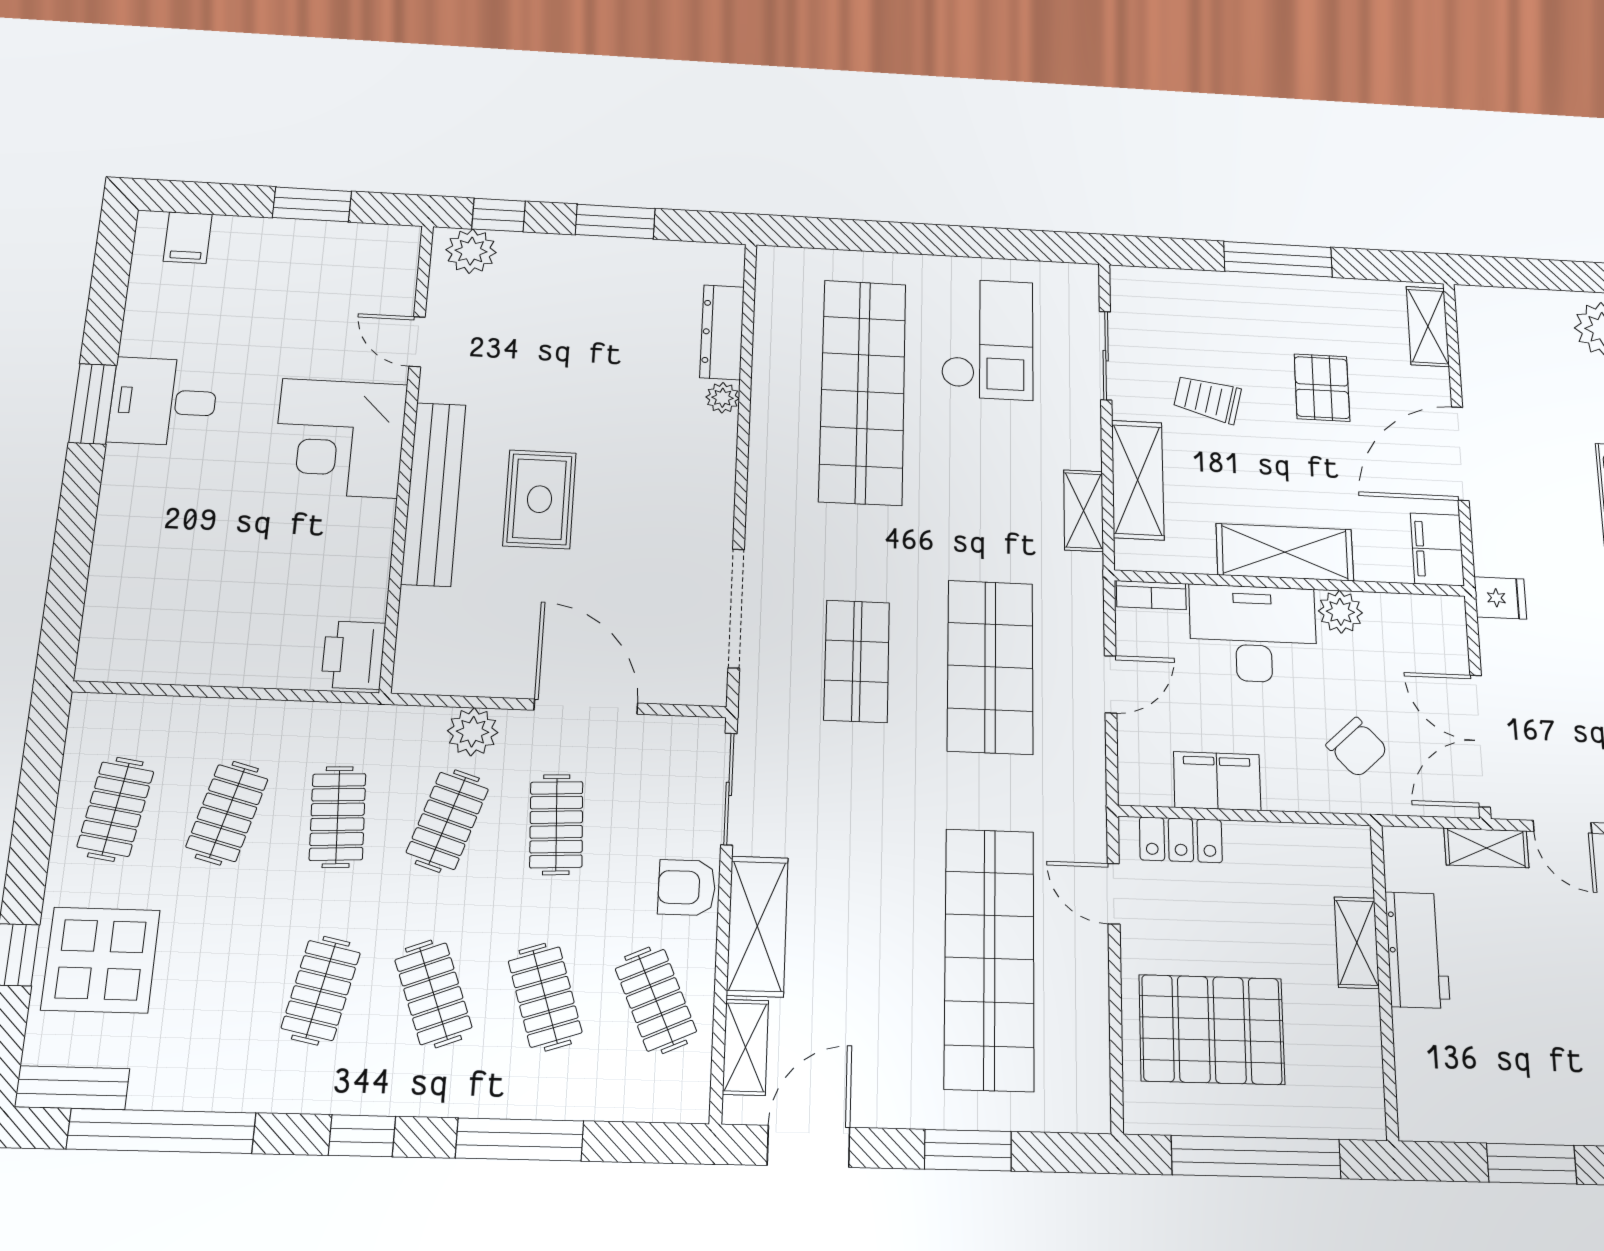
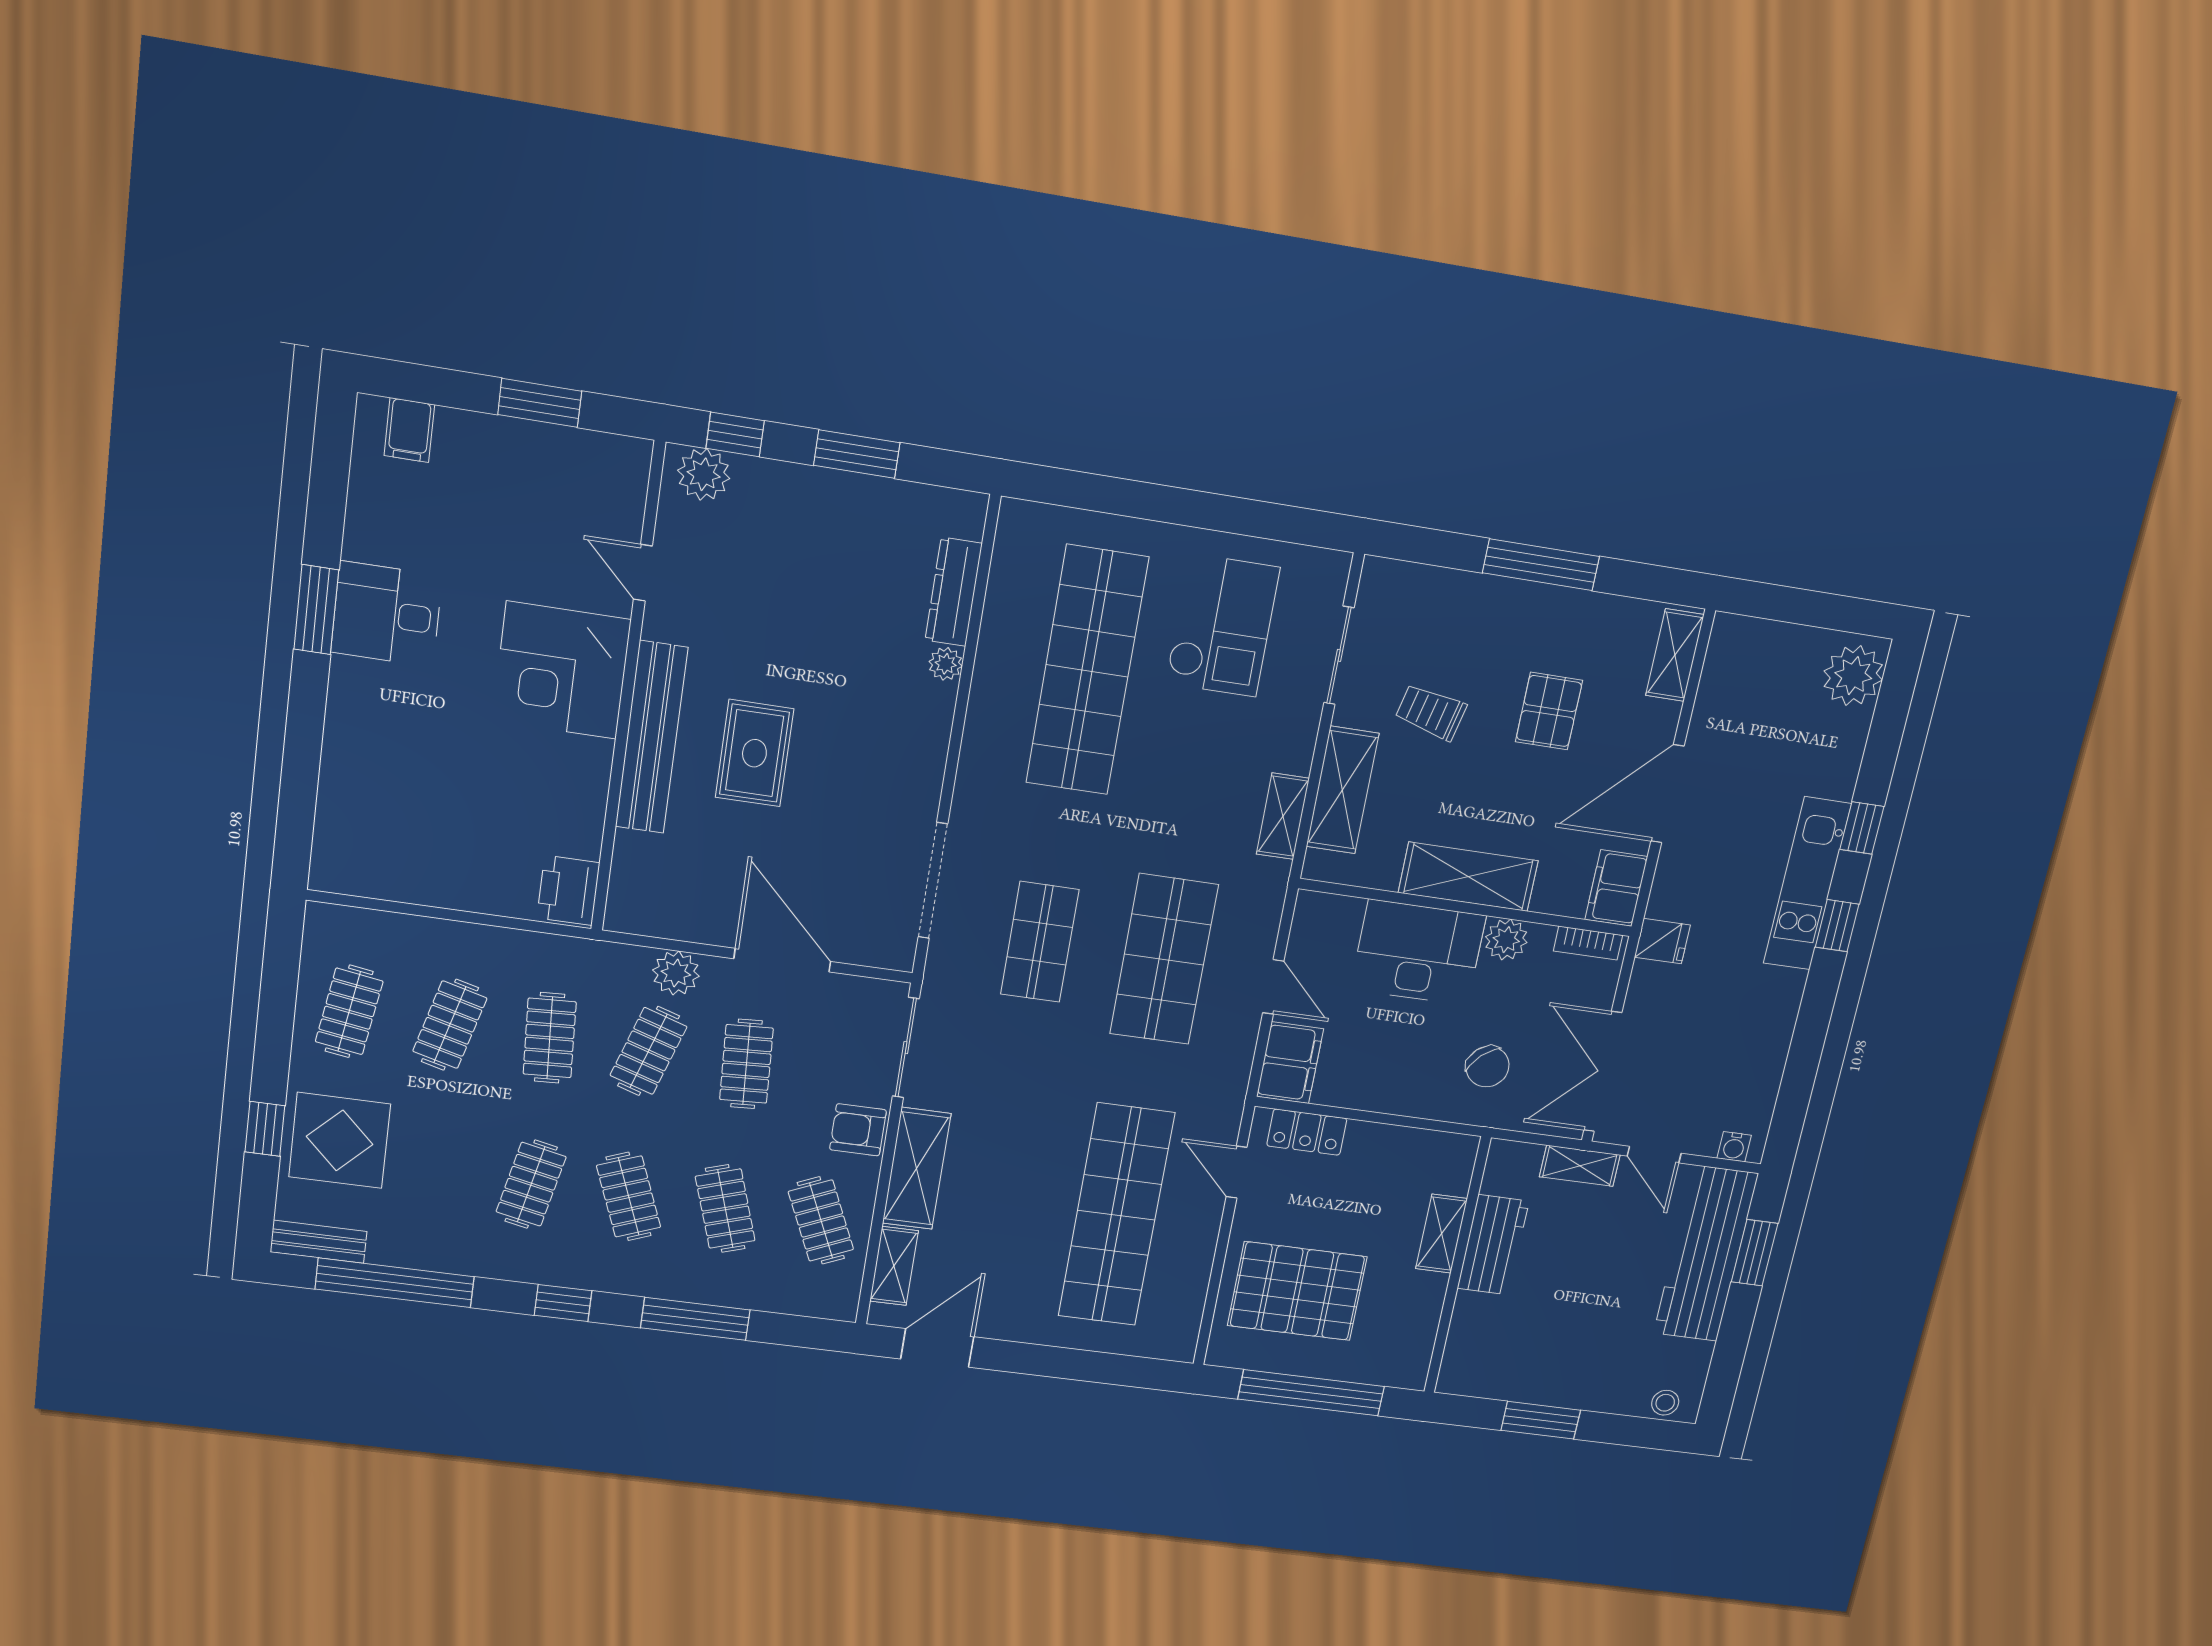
bookcase: (1151, 595) -> (1588, 943), moved
door: (1111, 684) -> (1273, 987), hinge flipped
filing cabinet: (1217, 781) -> (1290, 1063), moved, turned 90
window: (968, 1150) -> (1070, 1364), removed

